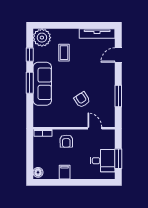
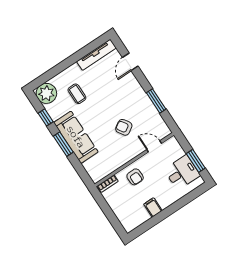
floor lamp: (38, 172) -> (128, 224), removed

